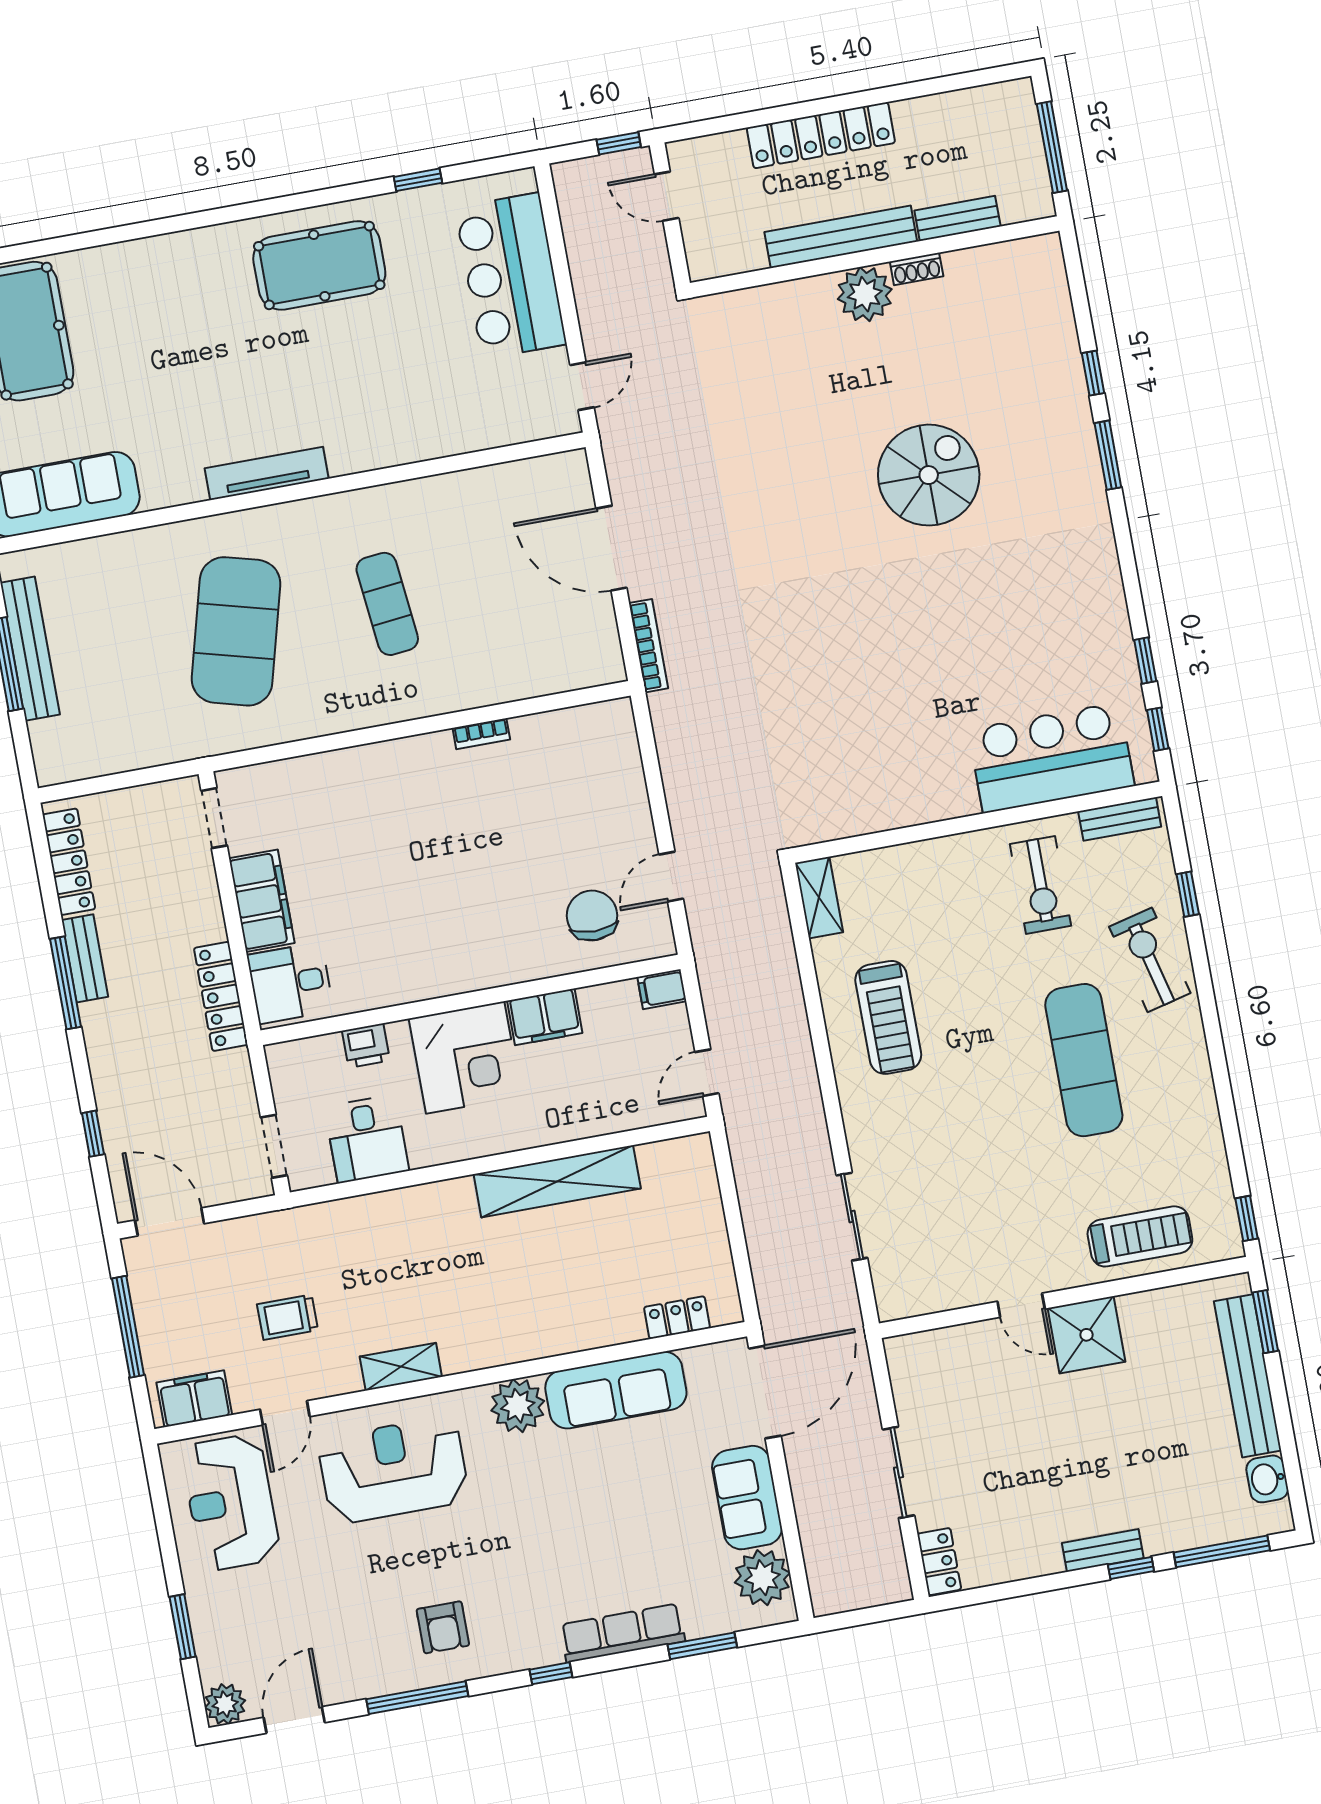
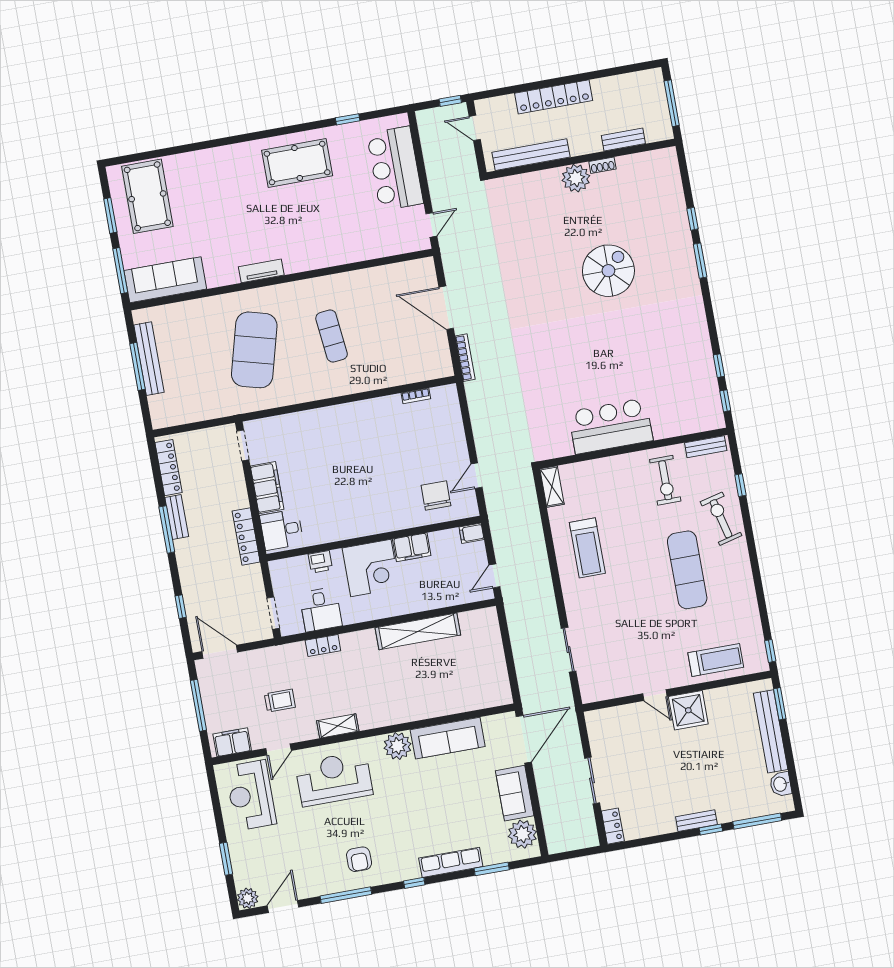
bench: (841, 237) -> (531, 155), moved
tv unit: (267, 473) -> (261, 271), width x0.71
bookcase: (481, 734) -> (416, 396), moved
bar counter: (1051, 758) -> (611, 426), moved
trolley: (287, 1317) -> (280, 701), turned 180
locker: (677, 1318) -> (323, 645), moved, turned 180

